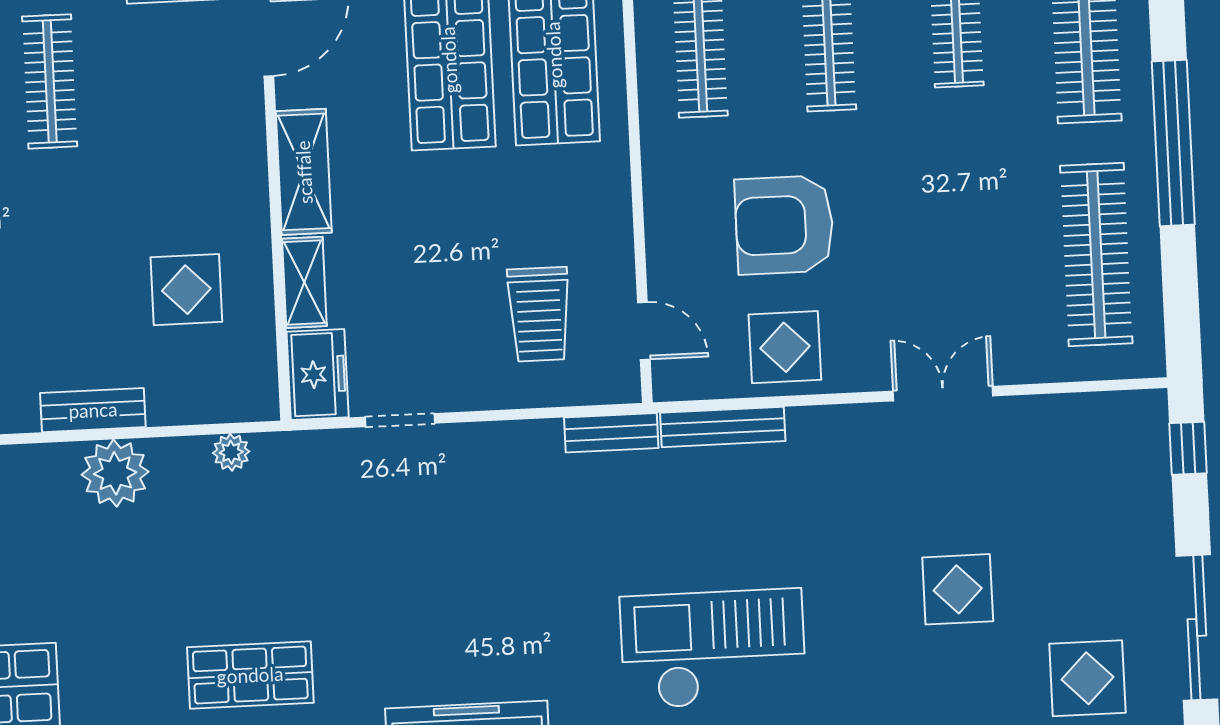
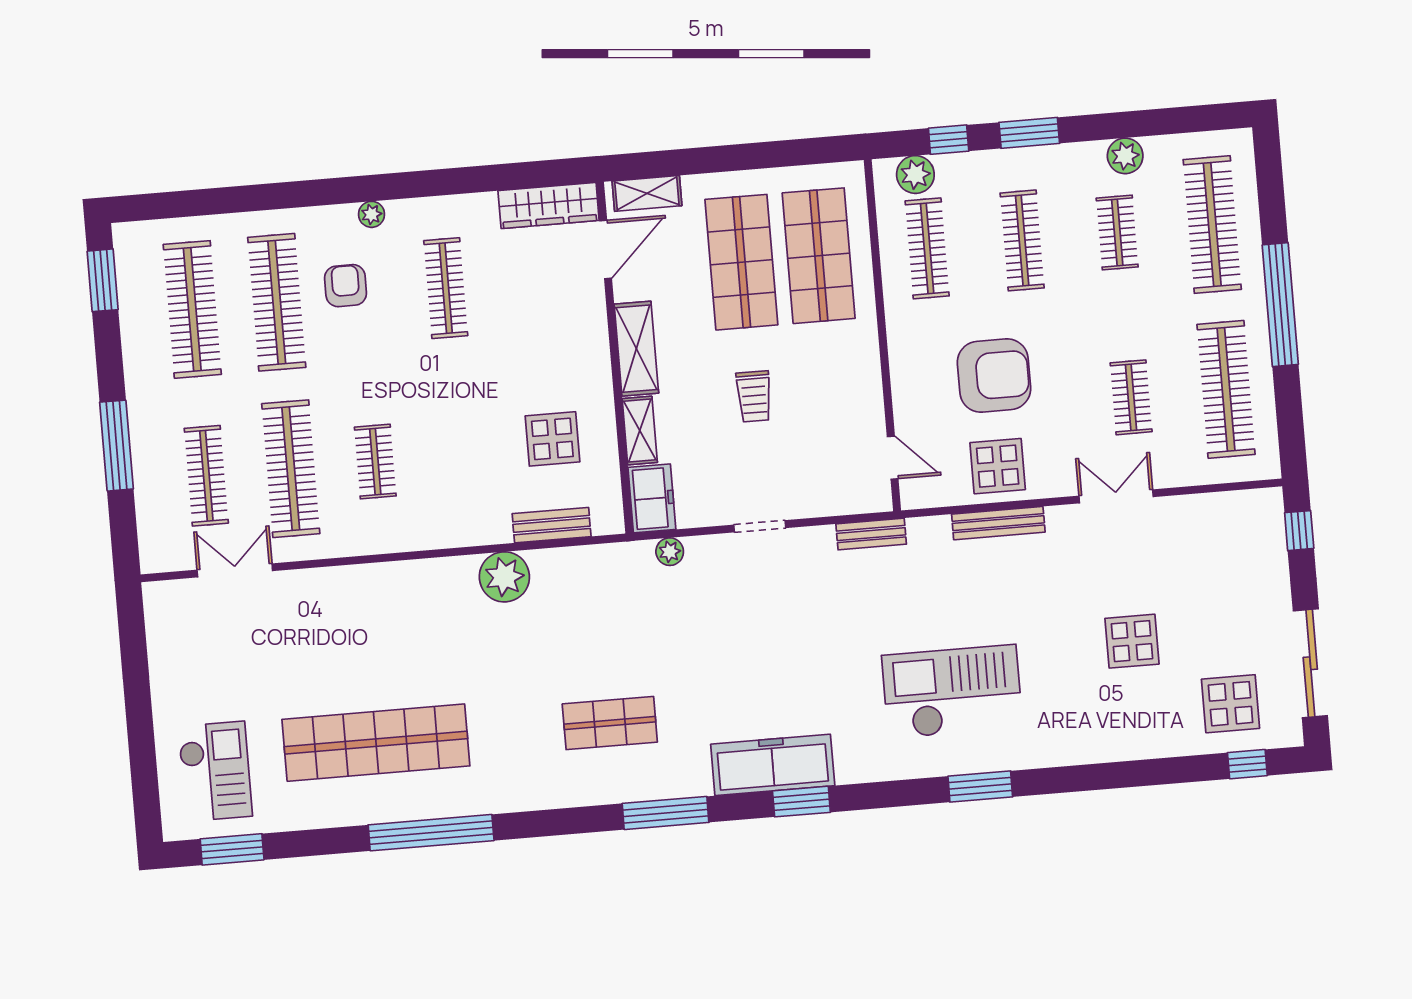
armchair: (784, 225) -> (994, 375), turned 180
clothes rail: (968, 261) -> (1131, 397), added
trolley: (539, 314) -> (754, 396), moved, width x0.73, depth x0.72
bench: (93, 410) -> (552, 525), moved
doorway: (400, 420) -> (760, 526), moved
bench: (723, 427) -> (998, 523), moved
plant: (231, 452) -> (670, 552), moved

